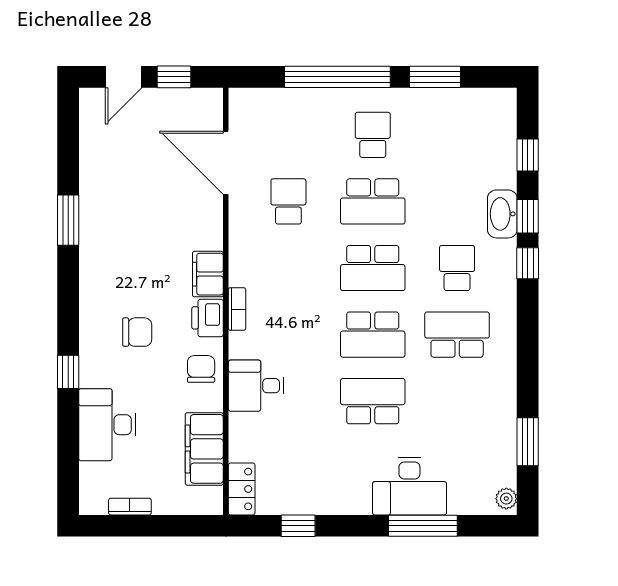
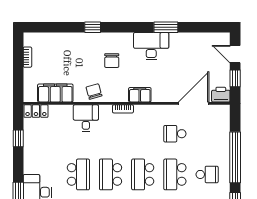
school desk: (288, 201) -> (175, 134), turned 180
printer: (208, 318) -> (221, 95), moved
chair: (201, 369) -> (94, 91), turned -106
desk: (107, 425) -> (151, 46), moved

